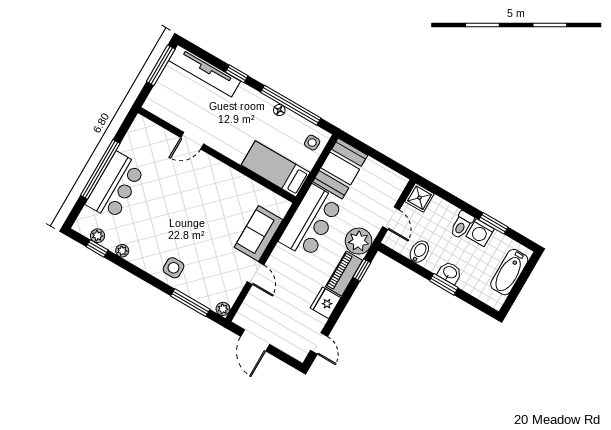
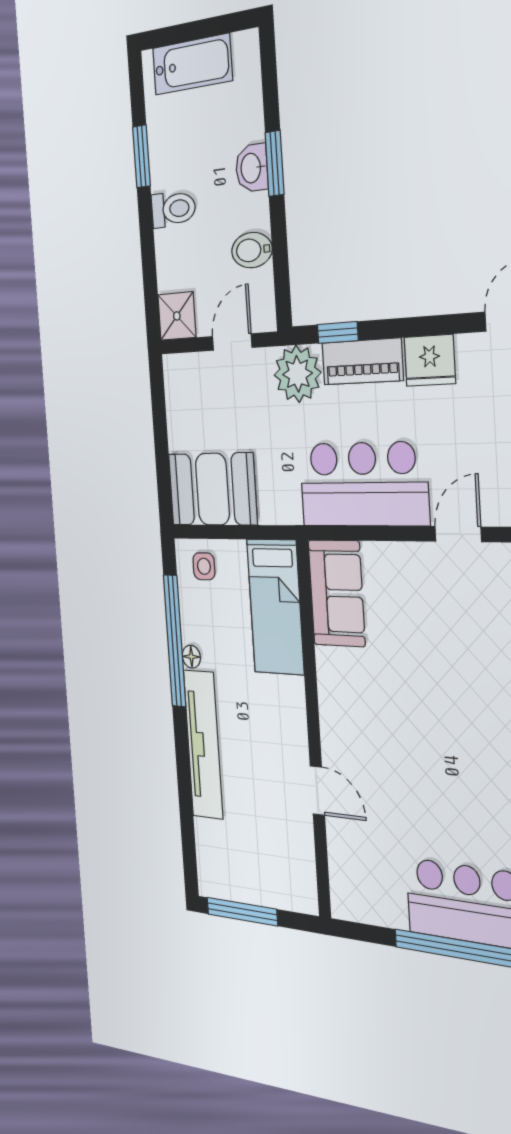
tv unit: (205, 71) -> (203, 745), moved
window: (237, 74) -> (183, 765), removed
bar counter: (311, 222) -> (363, 484), moved
washing machine: (480, 233) -> (166, 167), removed
sofa: (258, 234) -> (337, 593), moved, turned -90

